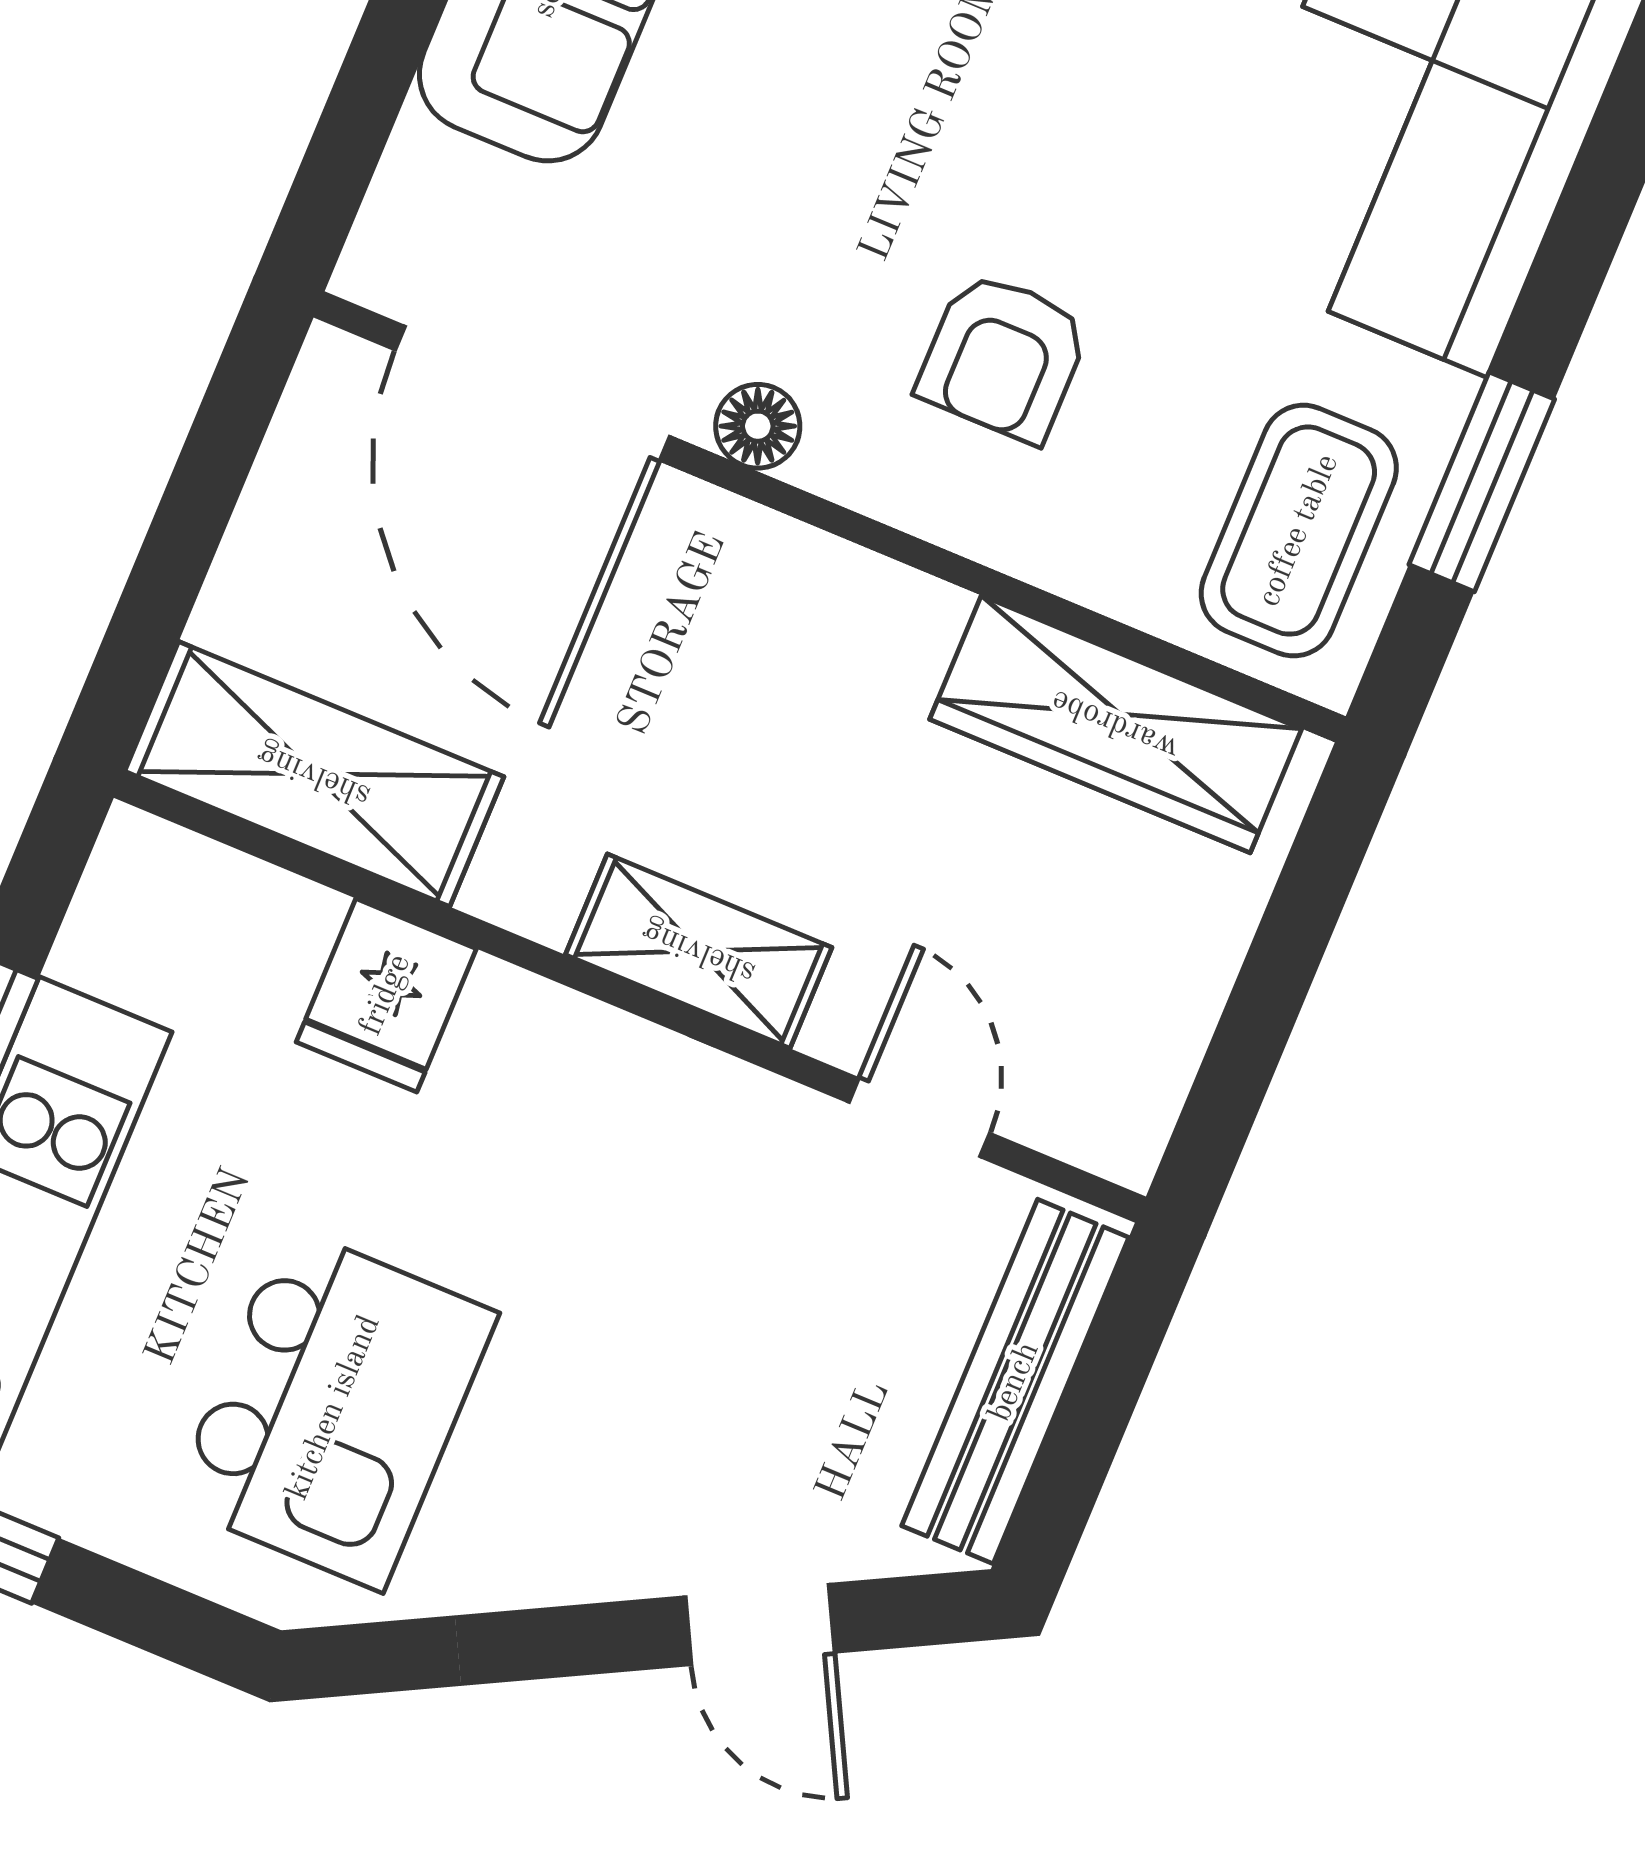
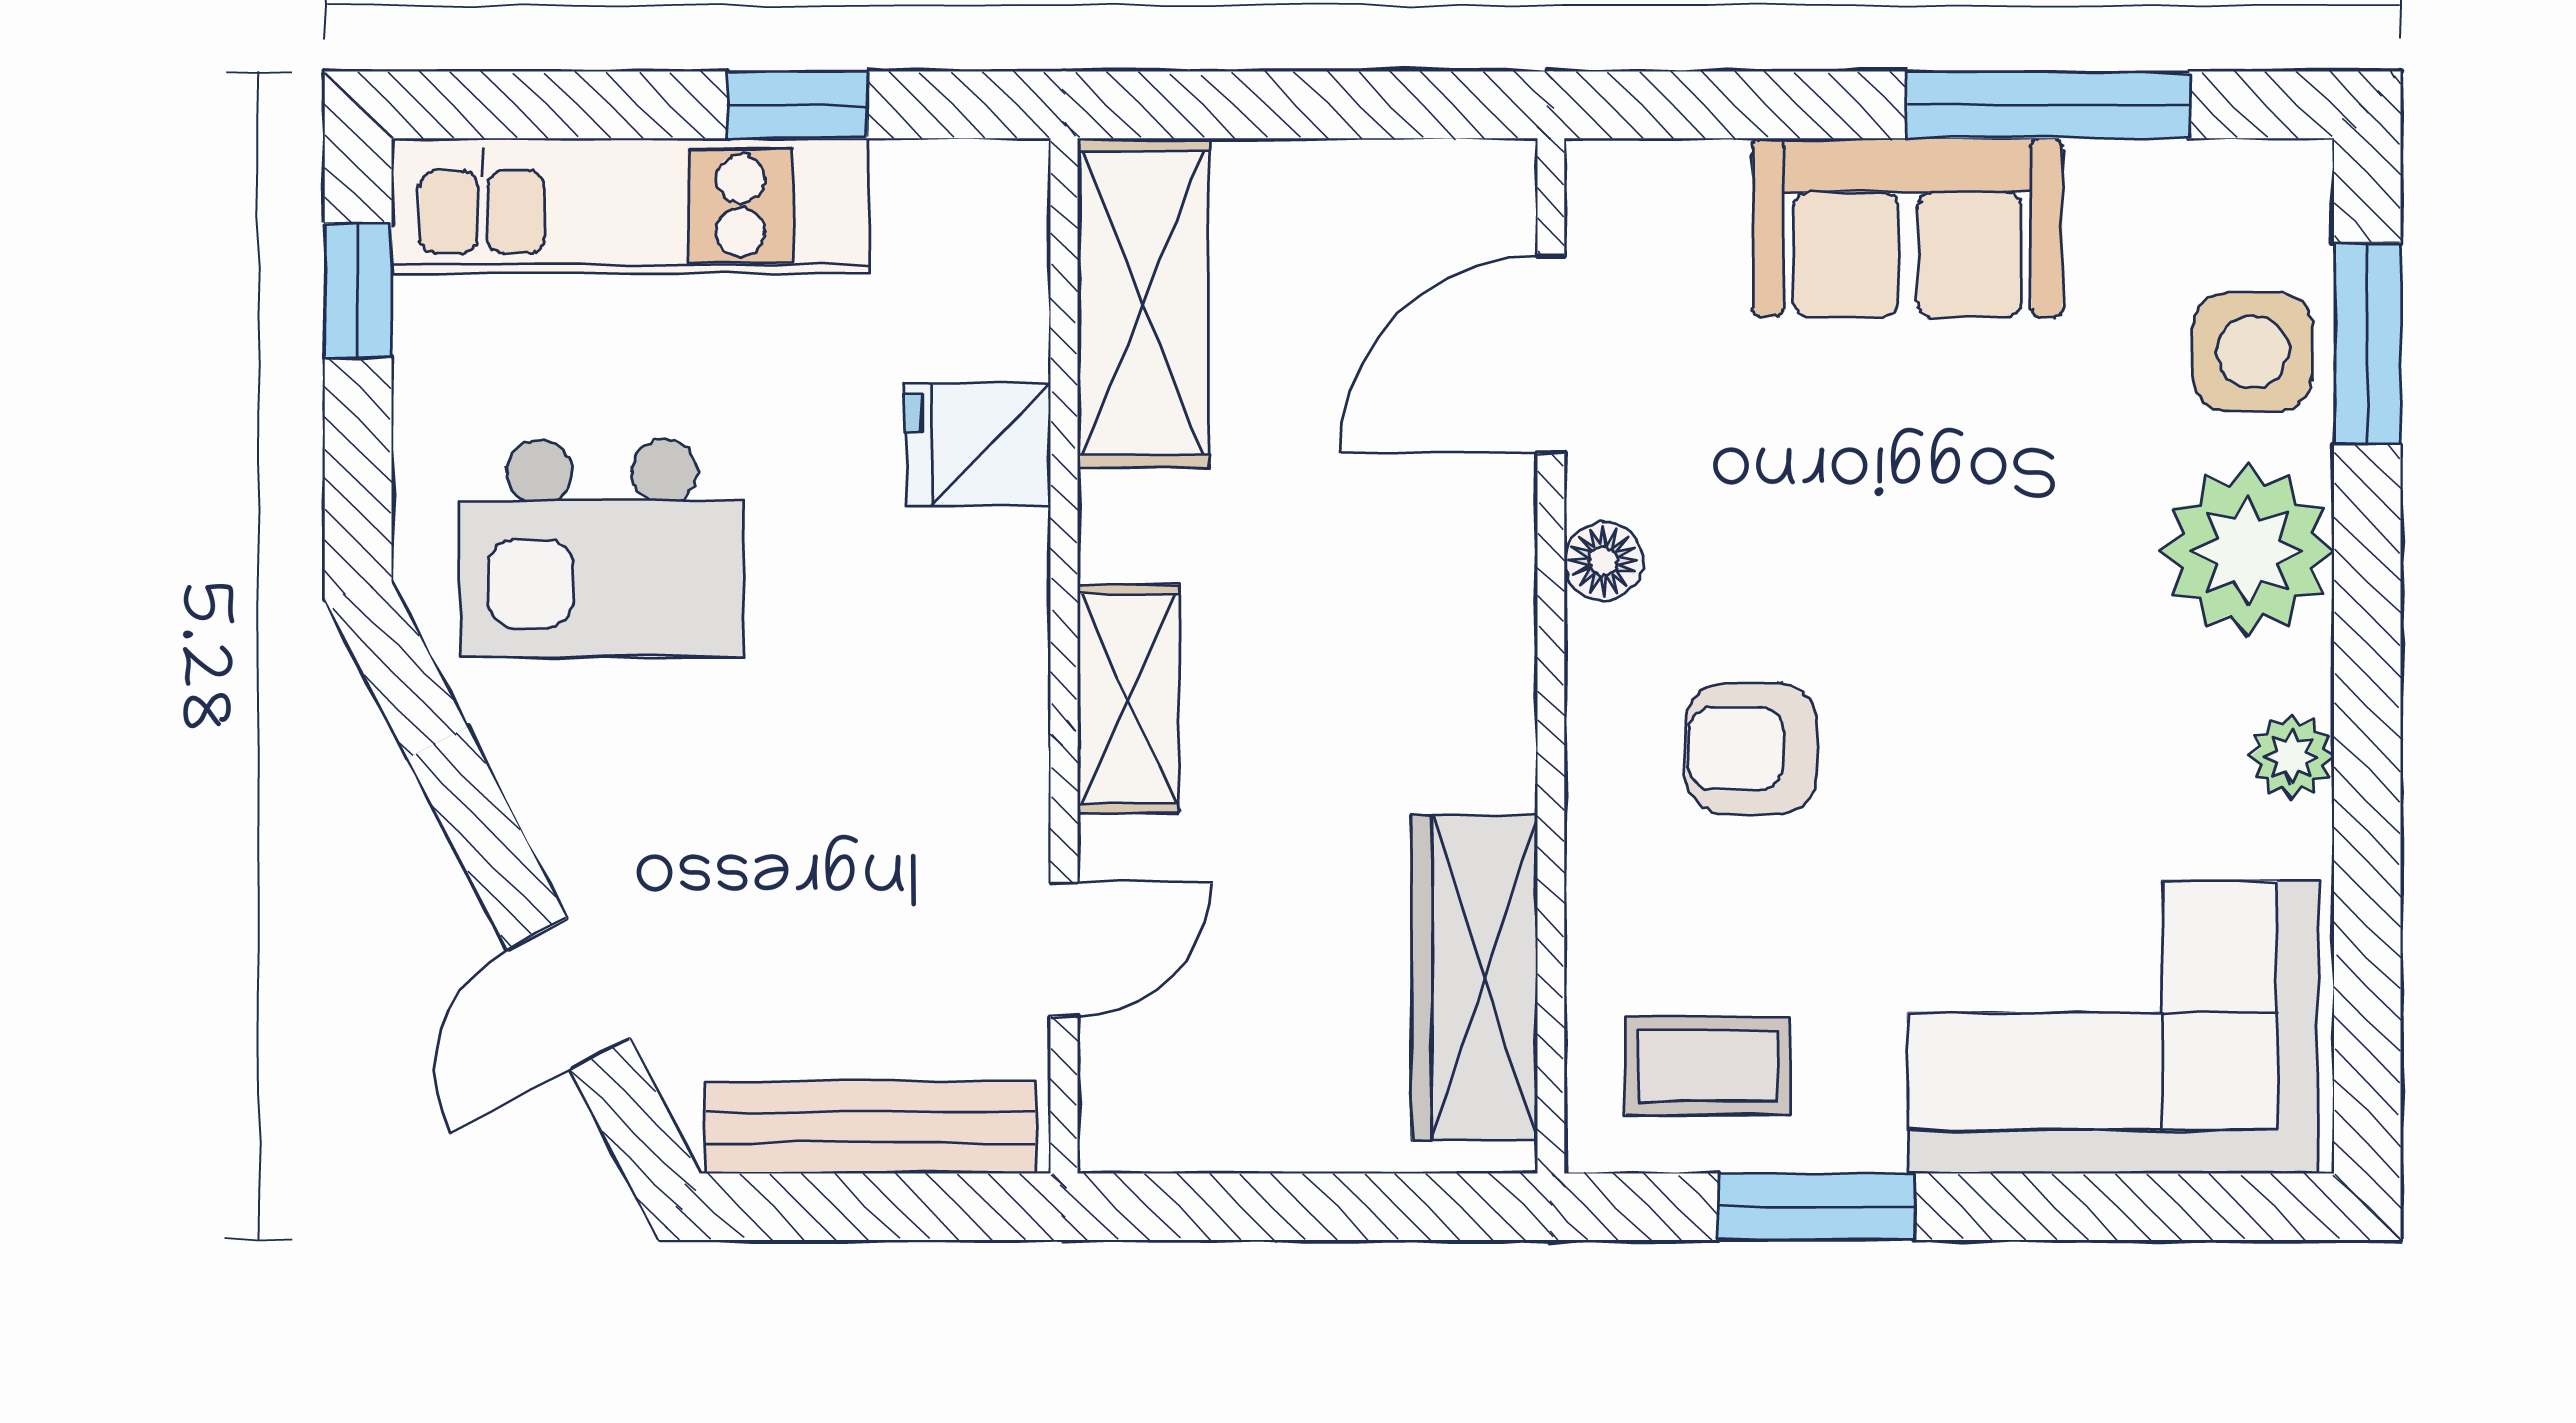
door: (532, 393) -> (1551, 354), width x0.73
coffee table: (1299, 531) -> (1708, 1066), width x0.73, depth x0.77

